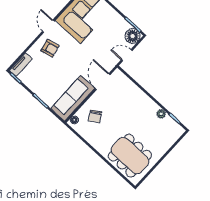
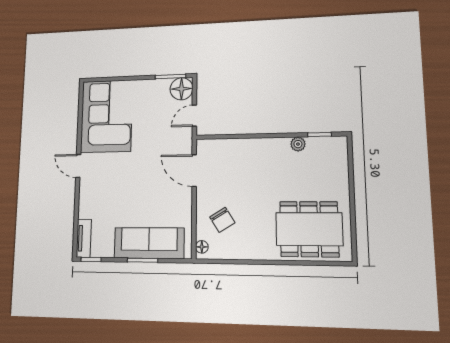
armchair: (50, 48) -> (101, 189), removed
sofa: (73, 98) -> (149, 243), moved, turned 90

